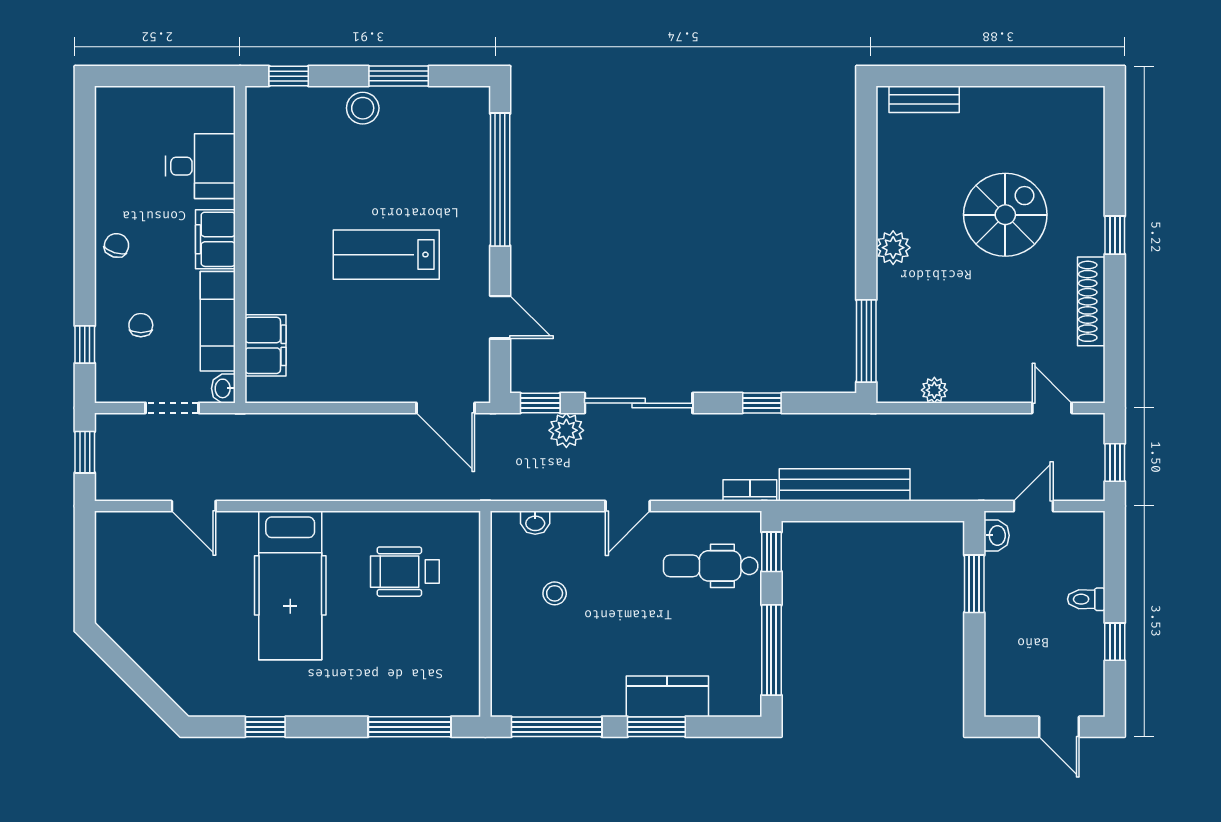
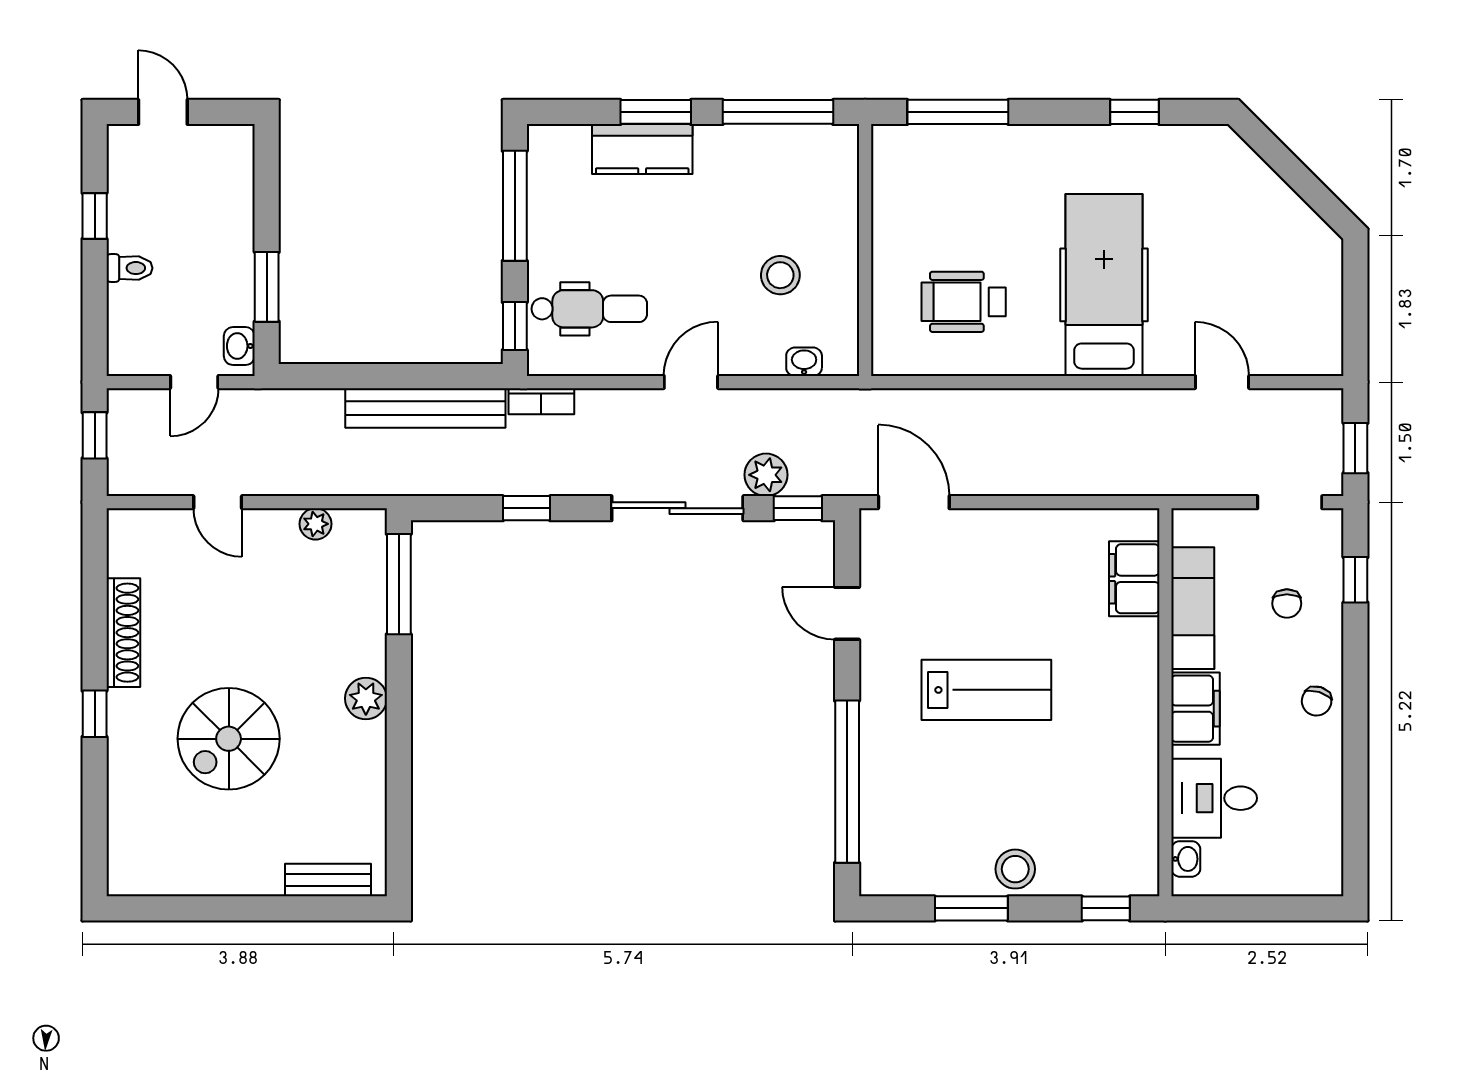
washbasin: (223, 388) -> (1186, 859), moved
doorway: (172, 408) -> (1290, 502), moved
door: (1052, 408) -> (218, 502), moved
wheelchair: (405, 572) -> (964, 302), turned 180
stool: (555, 593) -> (780, 275), width x1.37, depth x1.37

